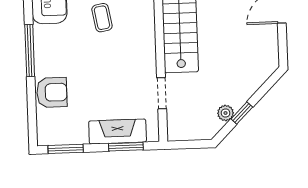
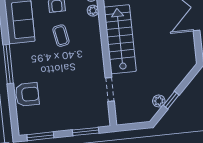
fireplace: (118, 131) -> (78, 120), removed

